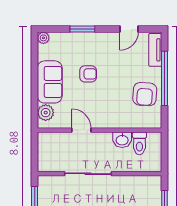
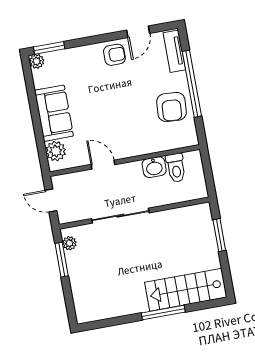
window: (82, 29) -> (49, 48), moved
armchair: (88, 74) -> (114, 55), moved
door: (35, 151) -> (51, 201), added
plant: (43, 188) -> (69, 243), added

